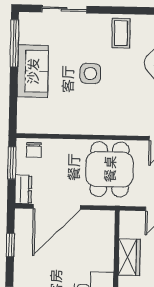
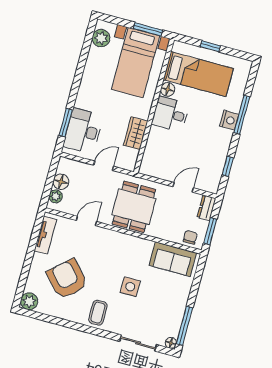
floor lamp: (26, 19) -> (171, 343), added
sofa: (33, 71) -> (173, 259), moved, turned -90
door: (57, 207) -> (183, 187), width x0.53

